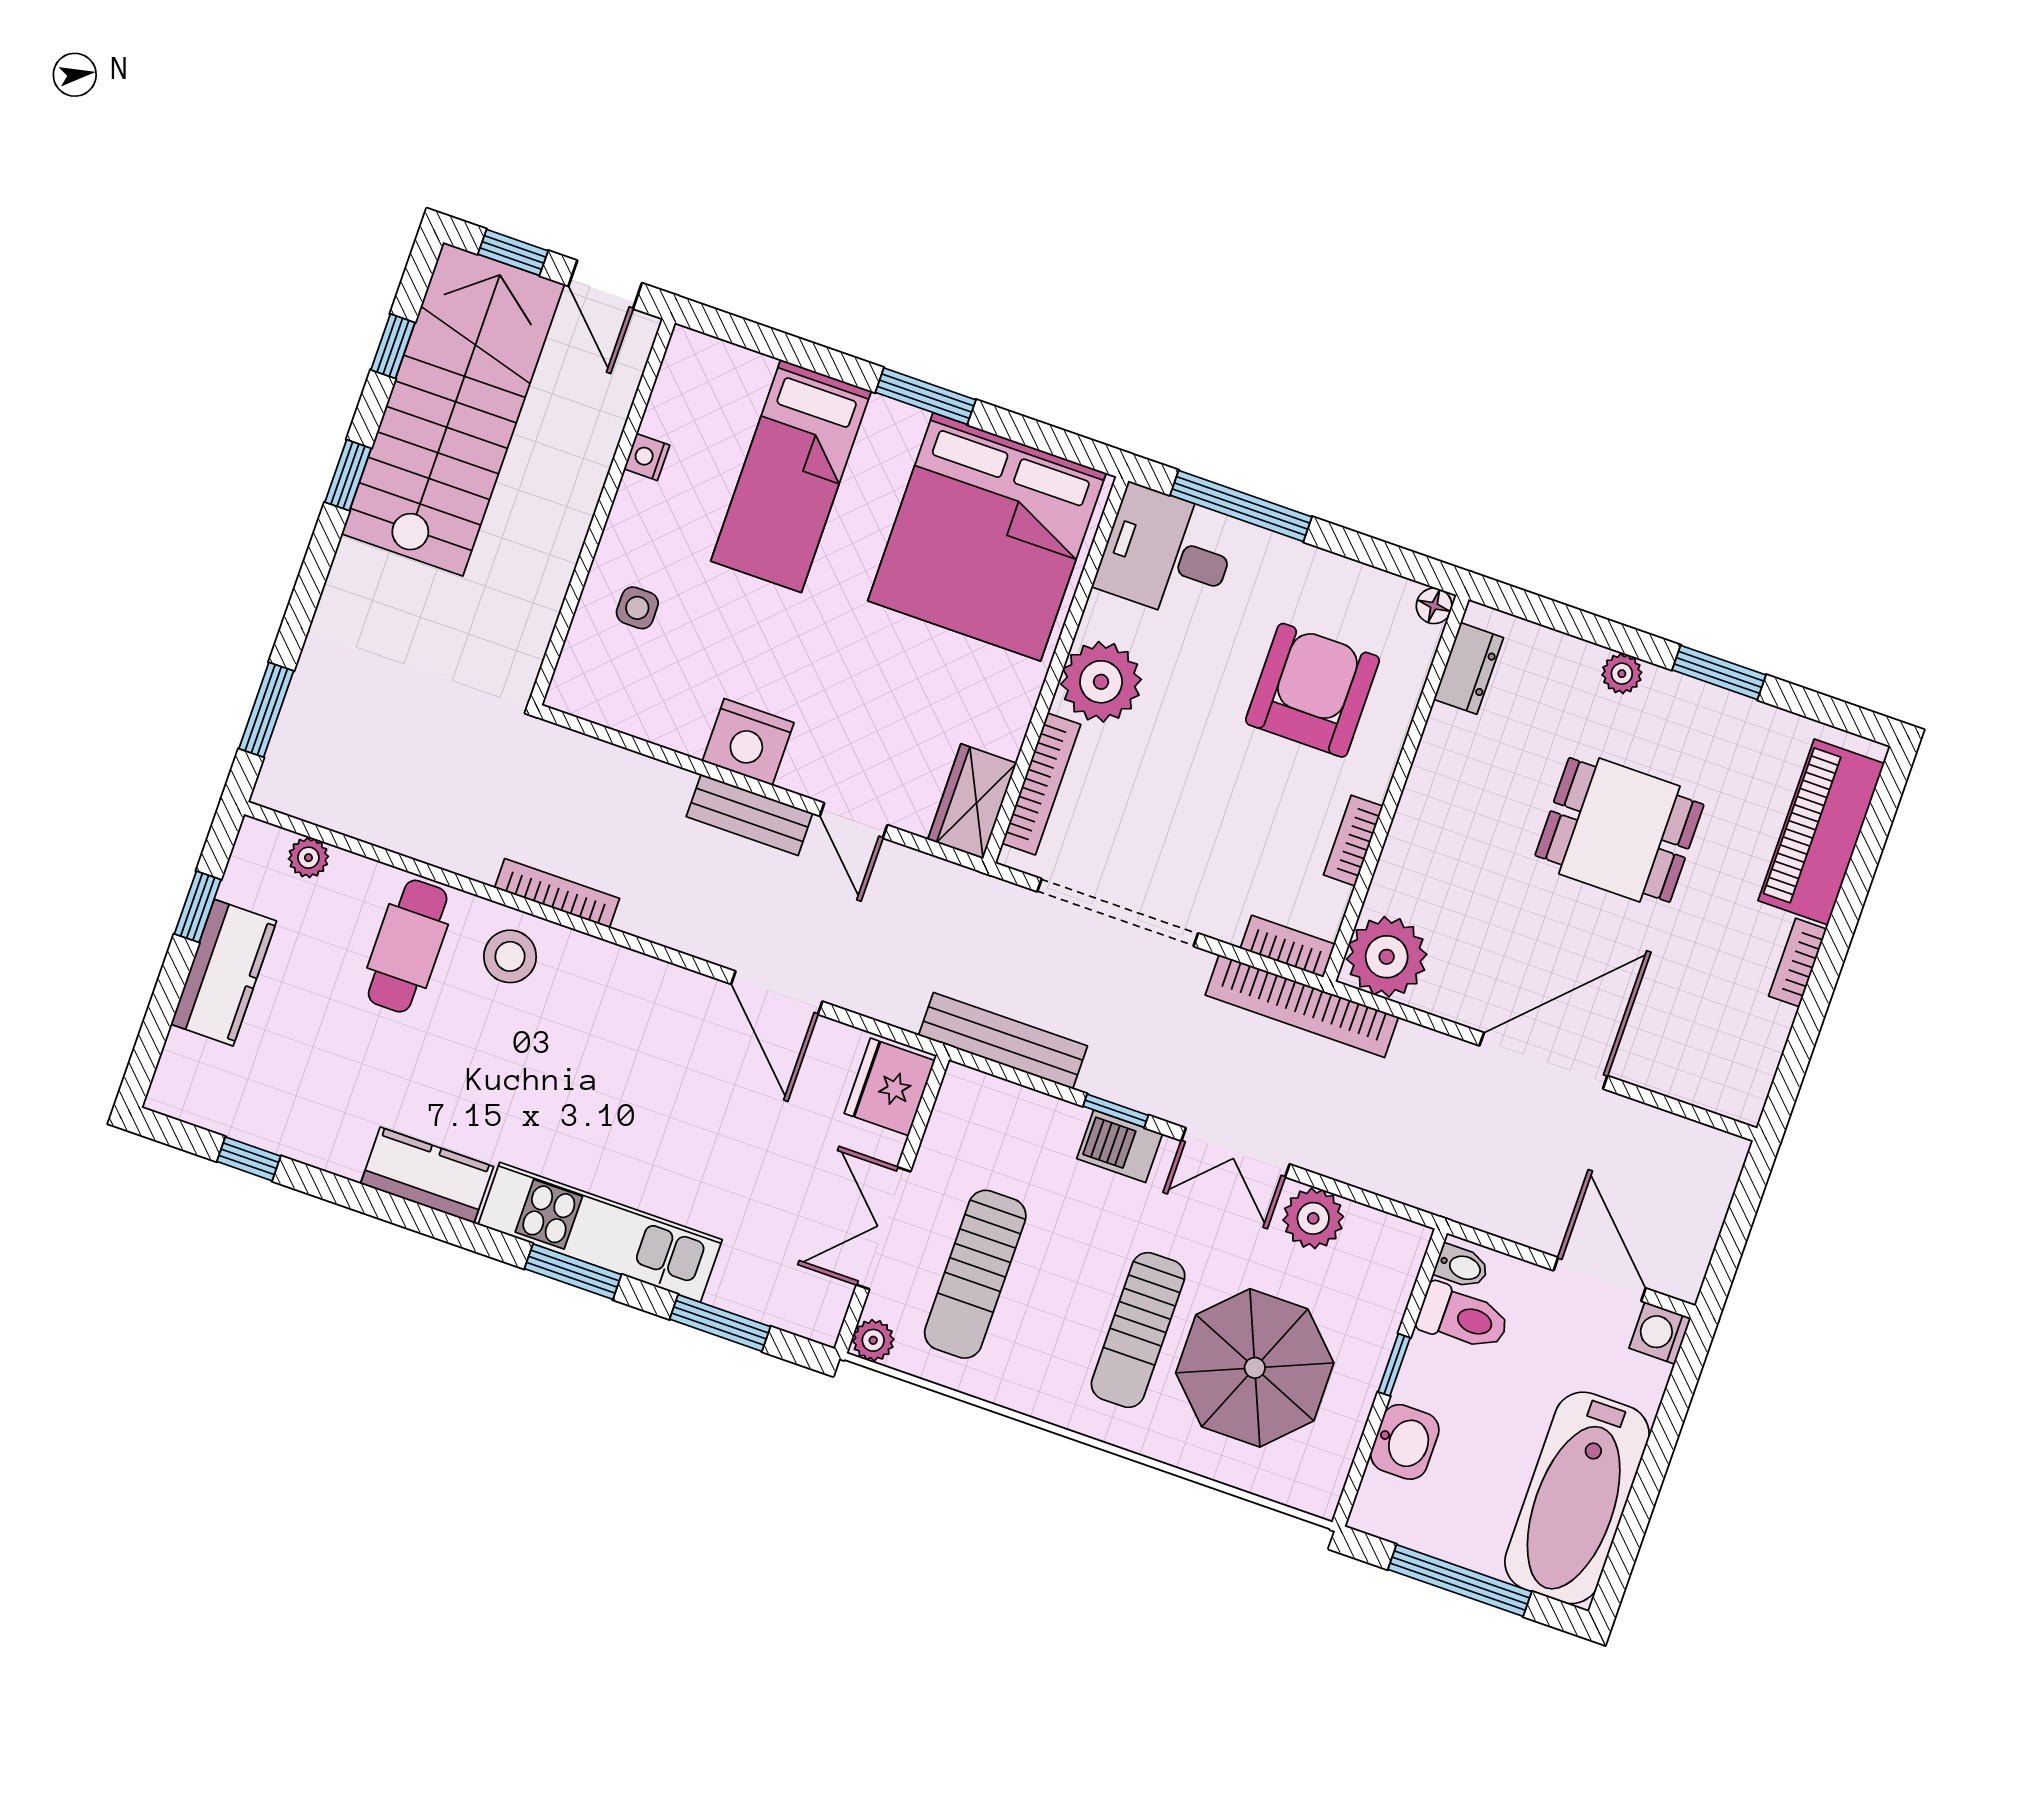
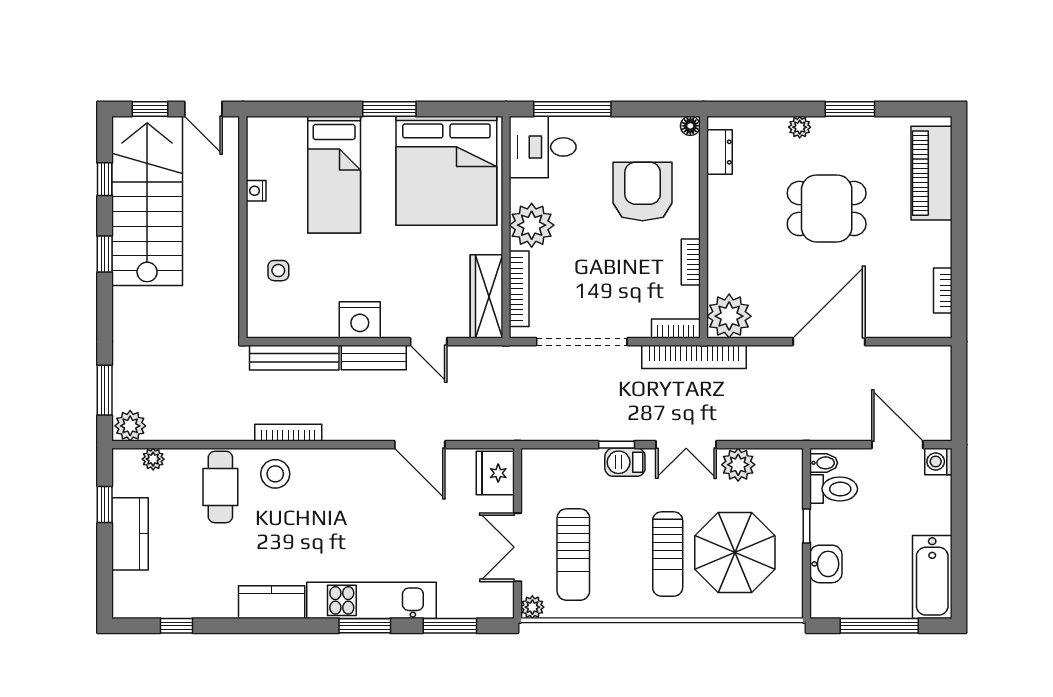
plant: (289, 786) -> (130, 426), added
wardrobe: (972, 801) -> (486, 296), width x1.50
bookcase: (1798, 963) -> (943, 290), moved
bench: (1003, 1041) -> (294, 358), moved
bathtub: (1577, 1498) -> (932, 577), width x0.73, depth x0.73

